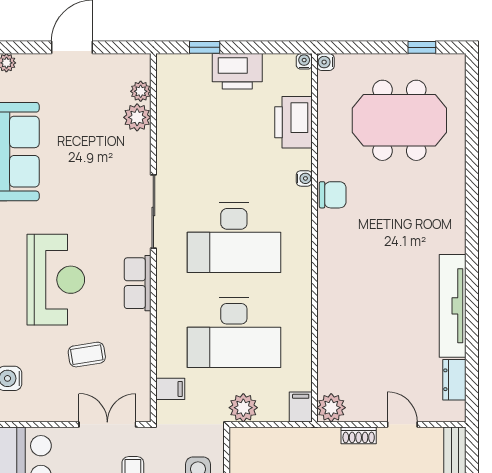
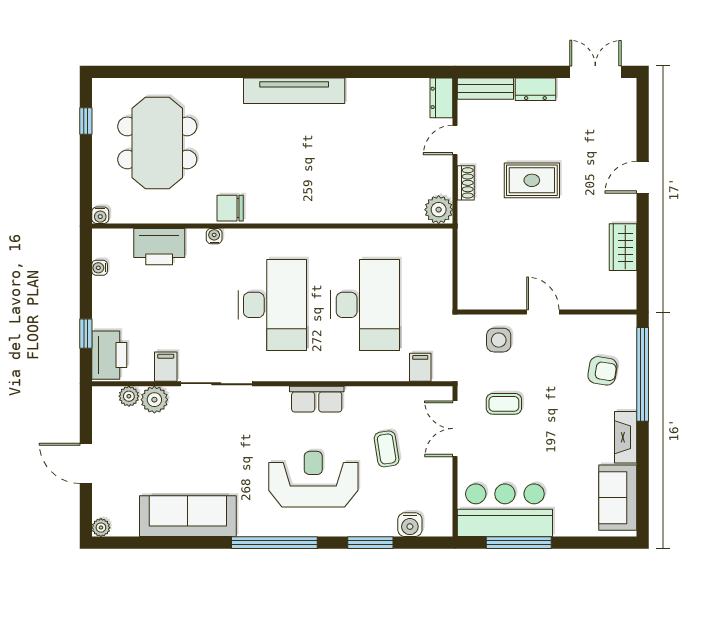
water cooler: (304, 61) -> (100, 268), moved
printer: (237, 71) -> (109, 355), moved
chair: (333, 195) -> (230, 208), turned -90
sliding door: (153, 211) -> (216, 384), moved
tv unit: (453, 306) -> (294, 91), moved
dresser: (454, 380) -> (441, 98), moved, turned 90
filing cabinet: (301, 407) -> (166, 367), moved, turned 90
plant: (243, 408) -> (439, 296), removed

